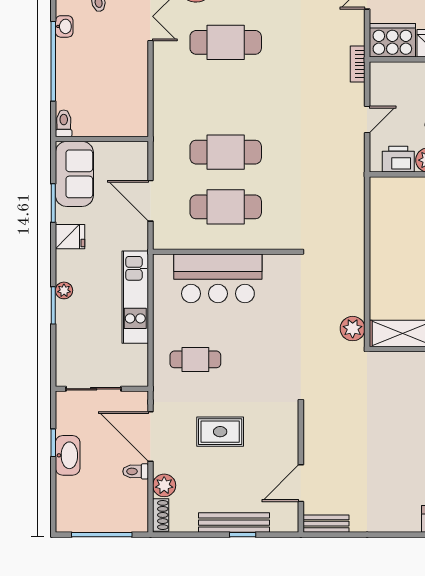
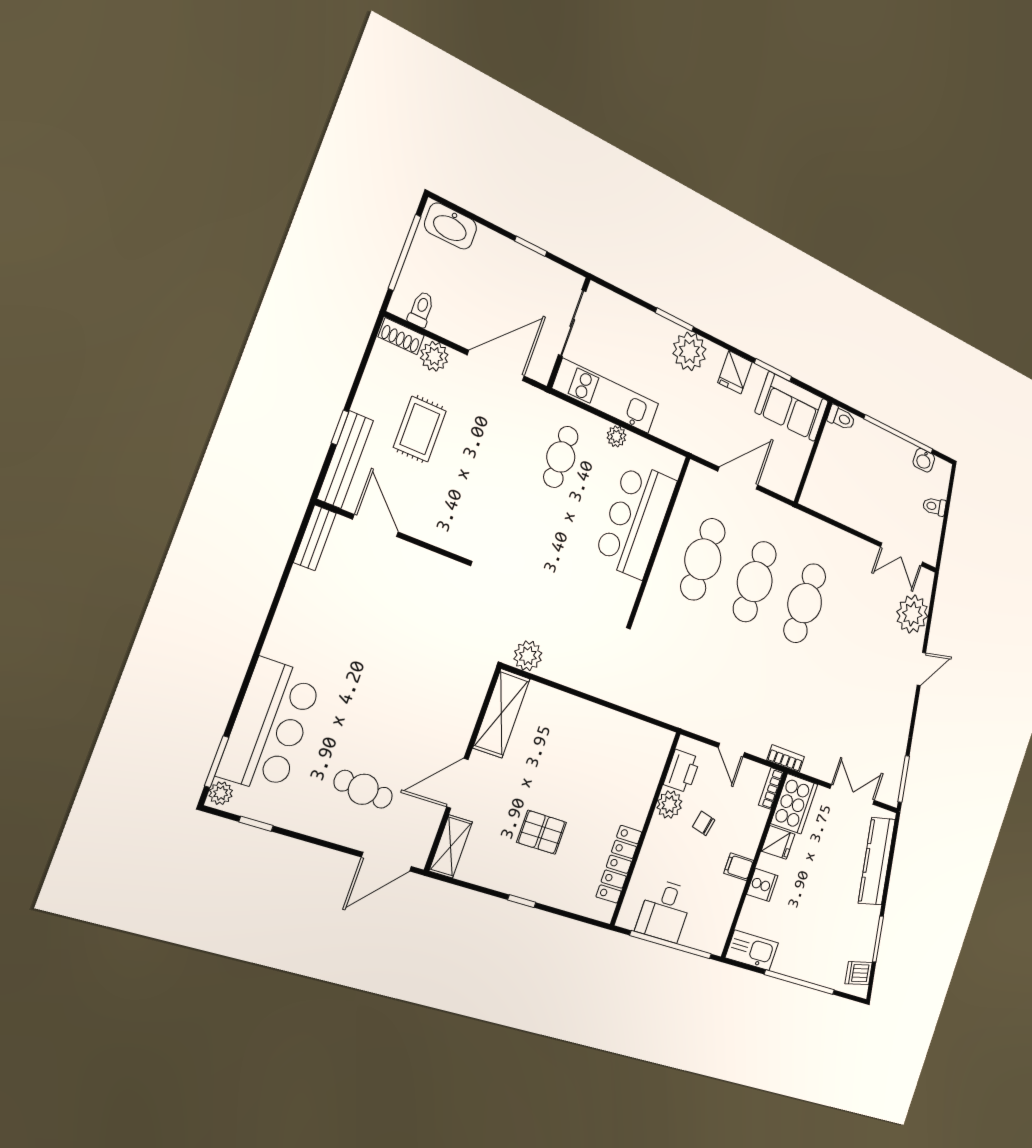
cafe table: (226, 42) -> (805, 603), moved
bookcase: (387, 69) -> (771, 788), added
plant: (64, 290) -> (689, 351), width x1.88, depth x1.88
kitchen unit: (135, 297) -> (606, 396), moved
plant: (162, 320) -> (616, 436), added
rug: (220, 432) -> (420, 429), moved
washbasin: (68, 455) -> (451, 226), moved
toilet: (136, 471) -> (421, 309), moved
bench: (234, 523) -> (345, 460), moved

